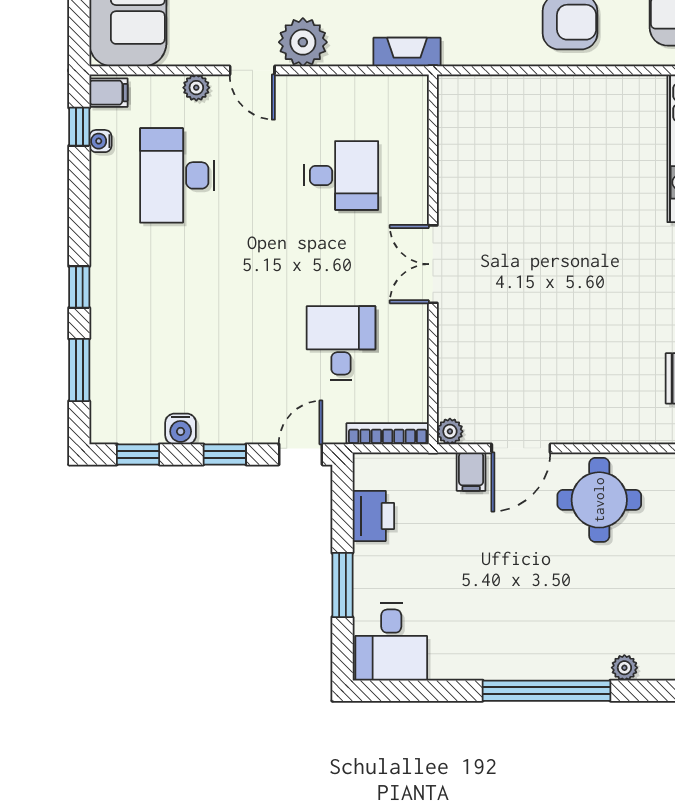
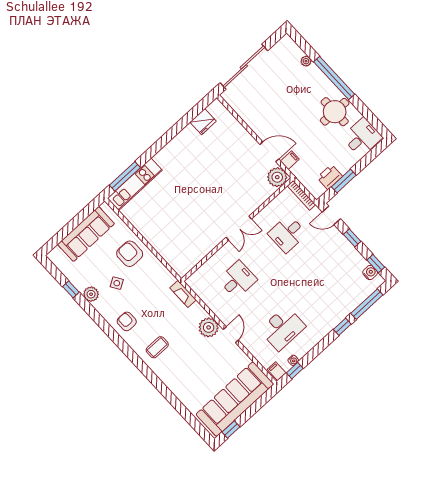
plant: (196, 88) -> (251, 347), removed
desk: (341, 175) -> (238, 280), turned 90
window: (79, 370) -> (367, 304), width x1.44
water cooler: (181, 429) -> (370, 273), moved
plant: (450, 431) -> (277, 177), width x1.87, depth x1.87
round table: (599, 500) -> (335, 112), moved
window: (342, 585) -> (344, 181), moved

